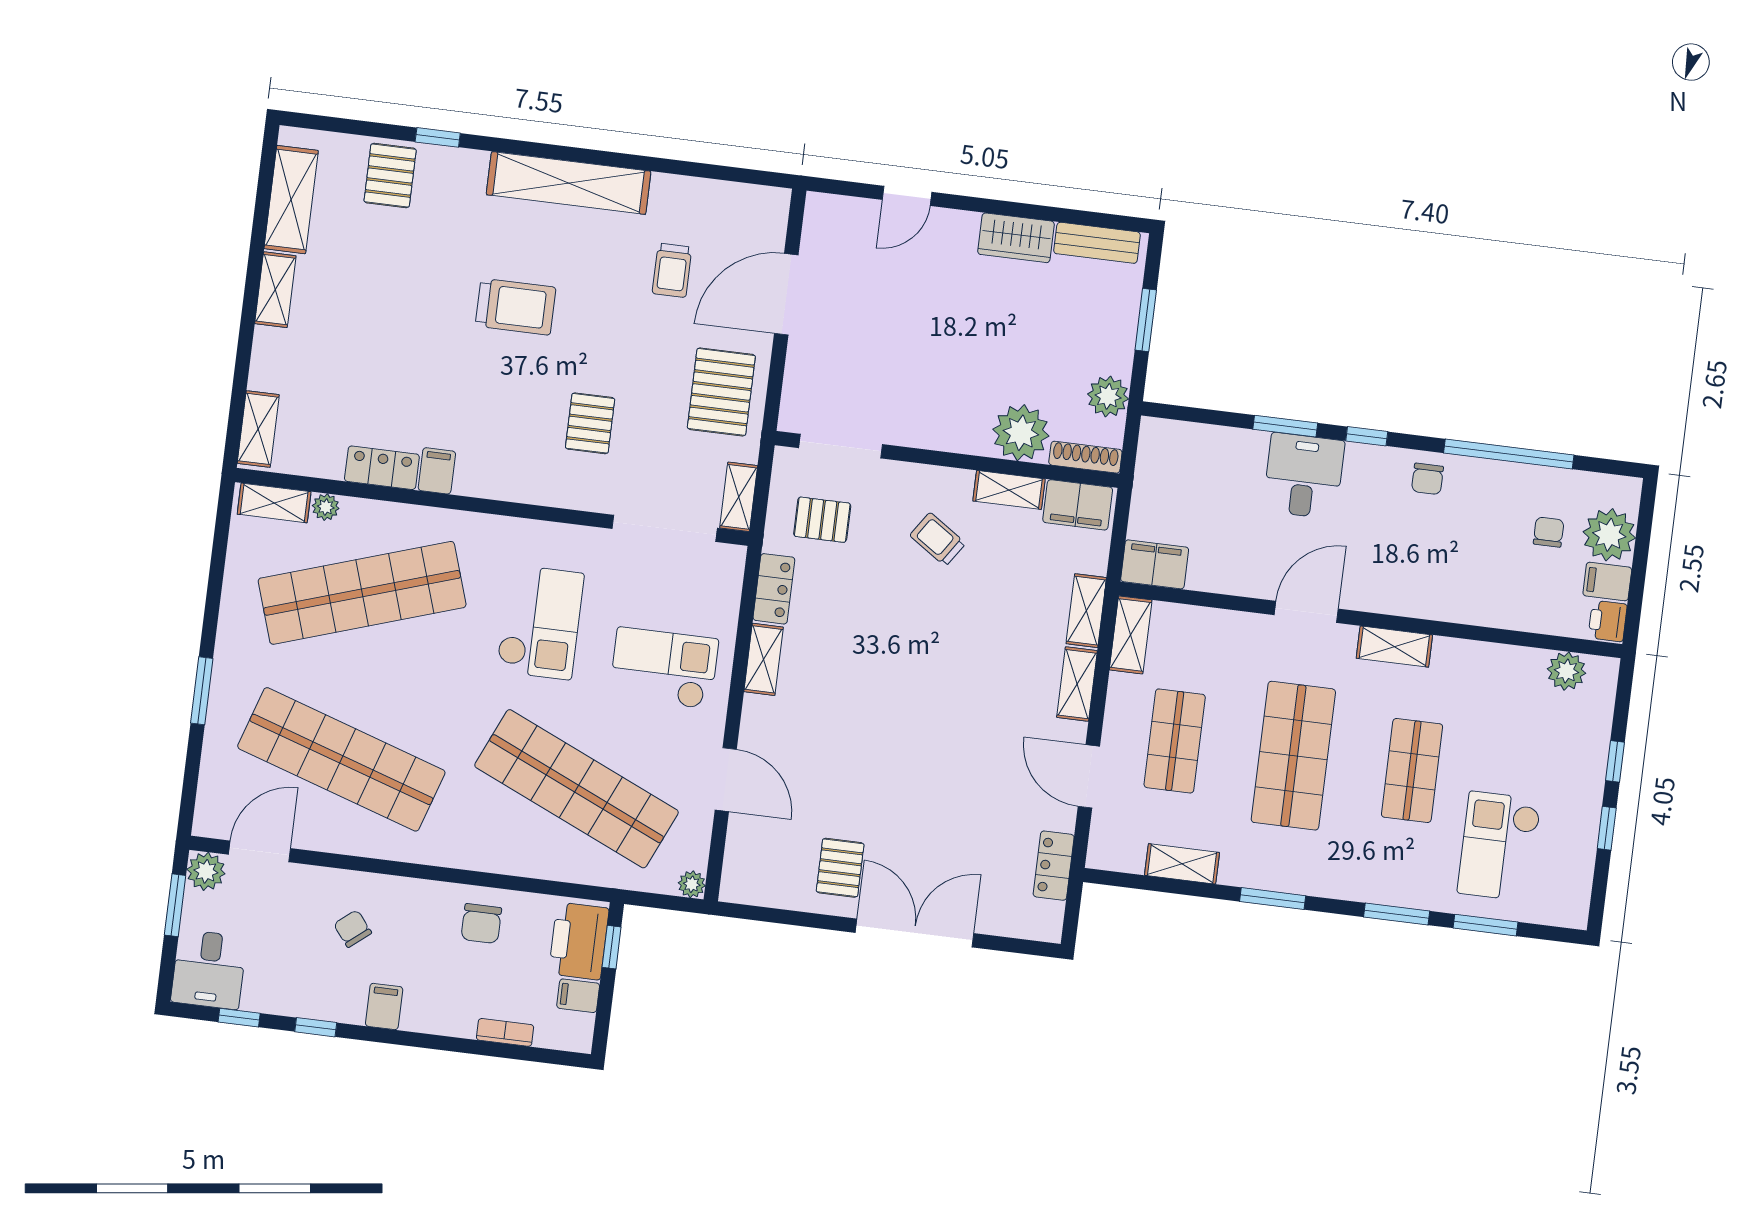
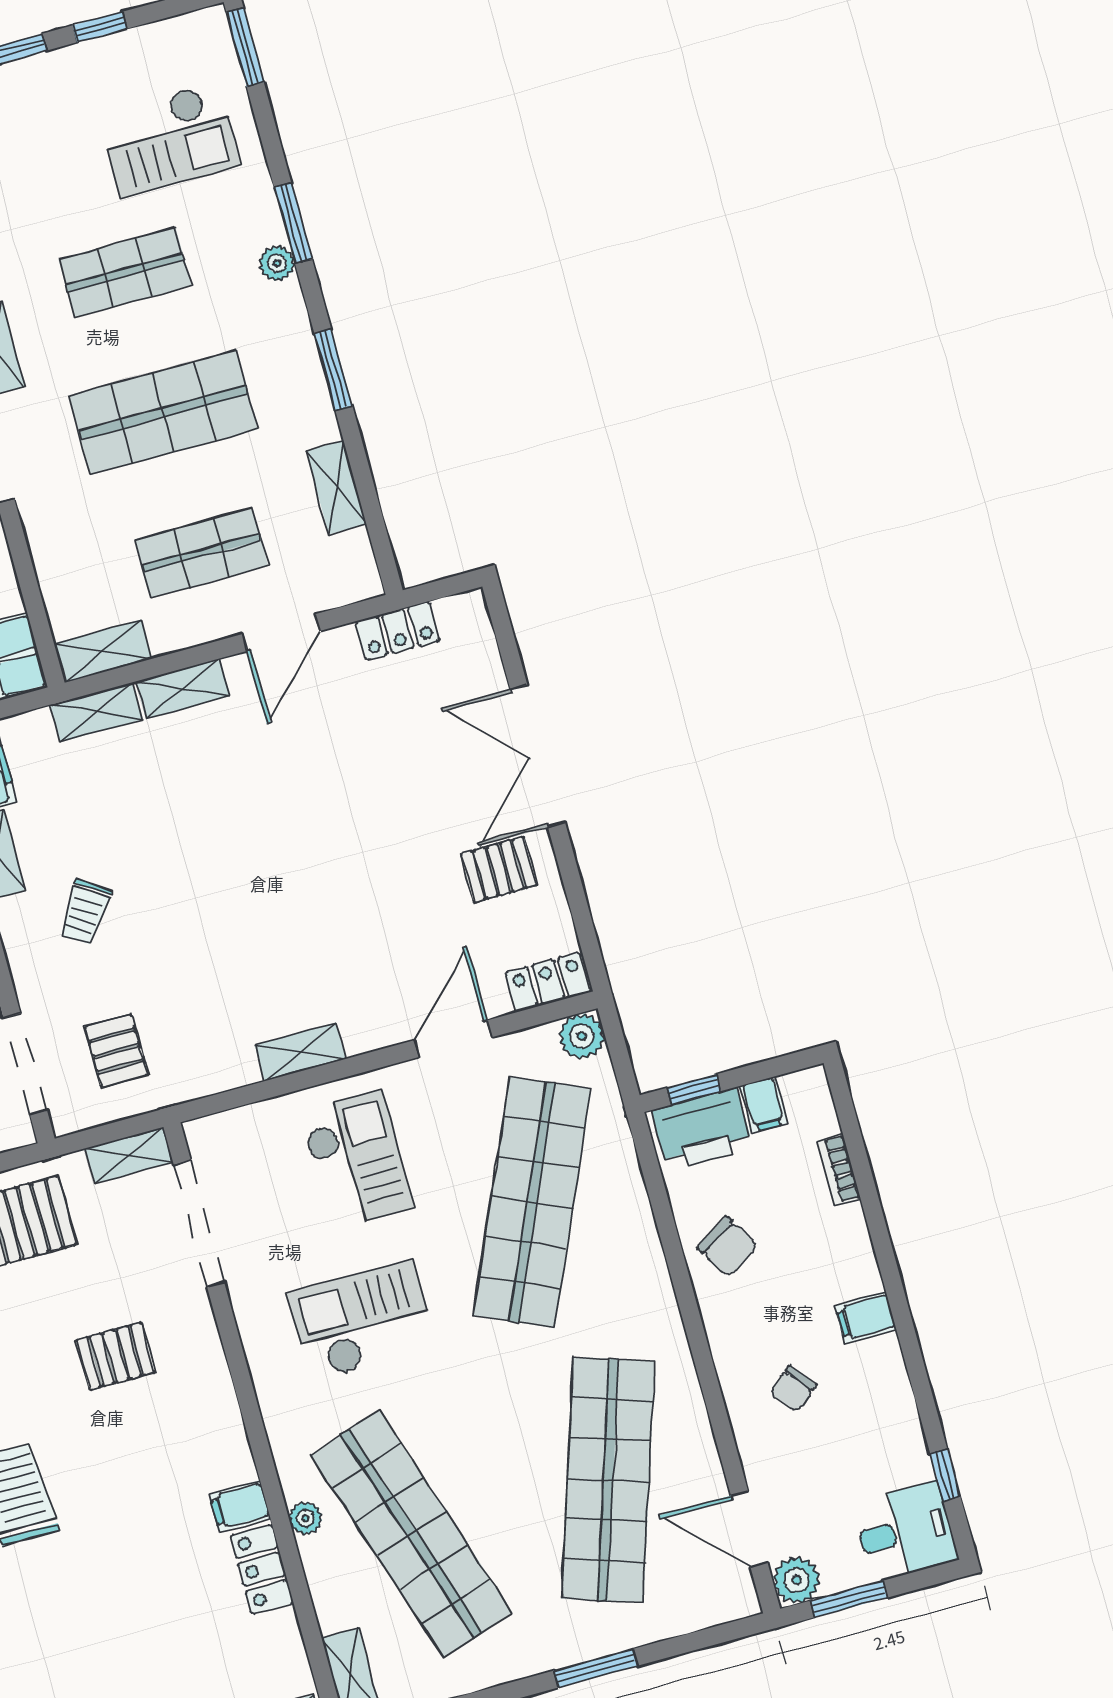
plant: (326, 507) -> (306, 1518), moved
locker: (774, 589) -> (548, 982), moved
checkout: (664, 668) -> (356, 1160), turned 180
plant: (692, 884) -> (582, 1036), width x1.38, depth x1.38
plant: (1371, 889) -> (277, 263), added
chair: (481, 924) -> (728, 1247), turned 58
window: (1486, 925) -> (245, 47), moved
window: (316, 1027) -> (921, 1385), removed

